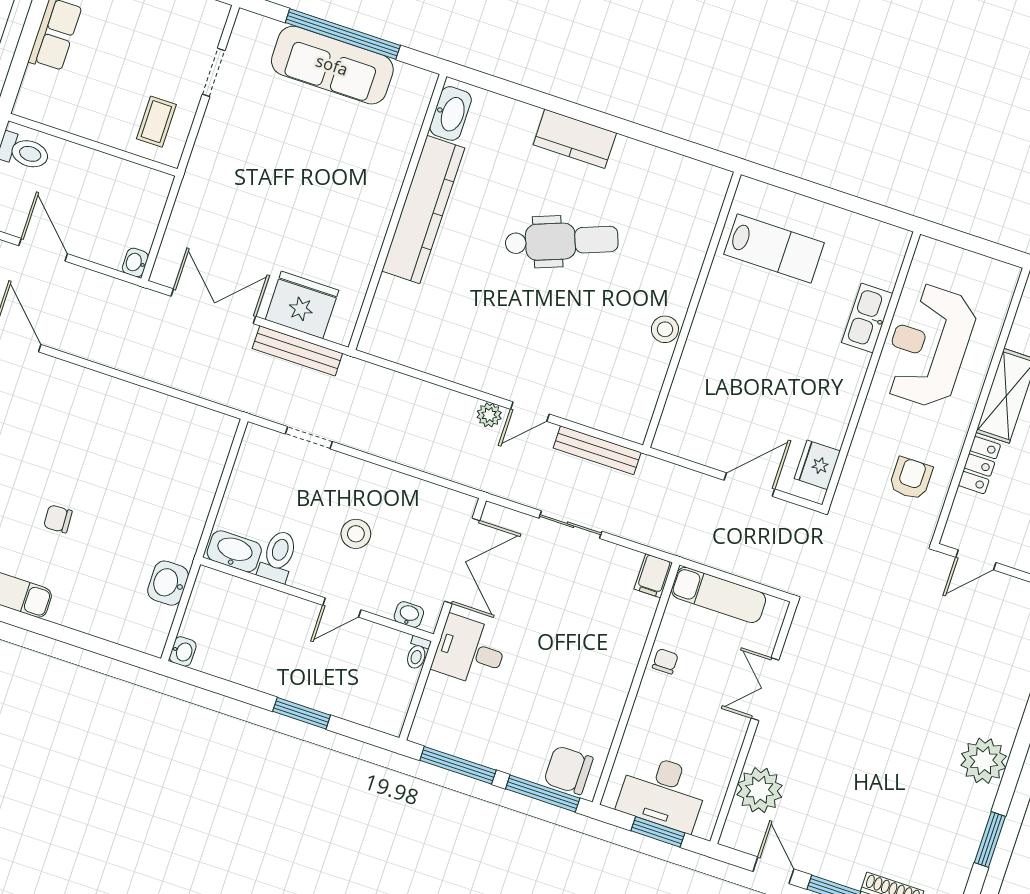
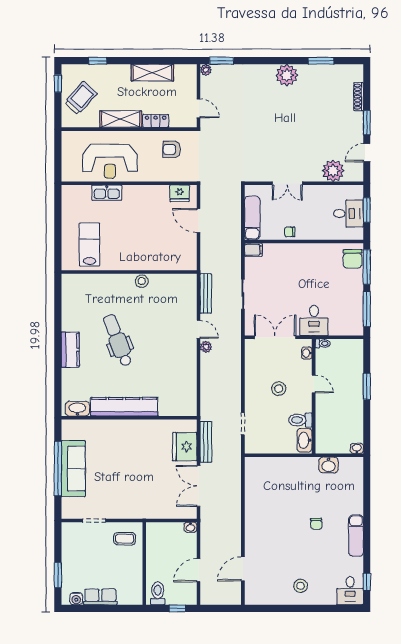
desk: (663, 792) -> (348, 213), width x0.73

